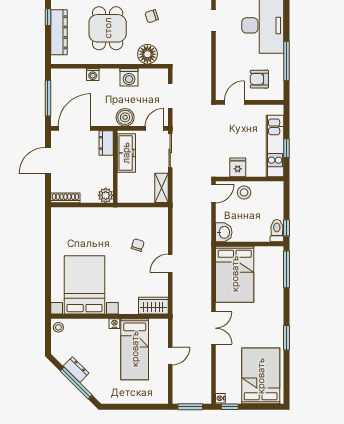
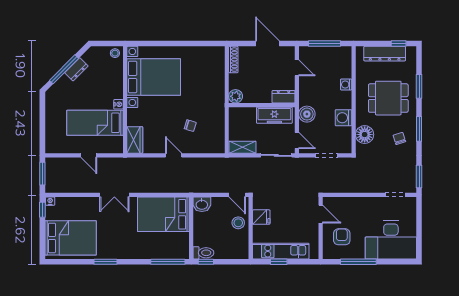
door: (75, 128) -> (297, 68), width x0.53

